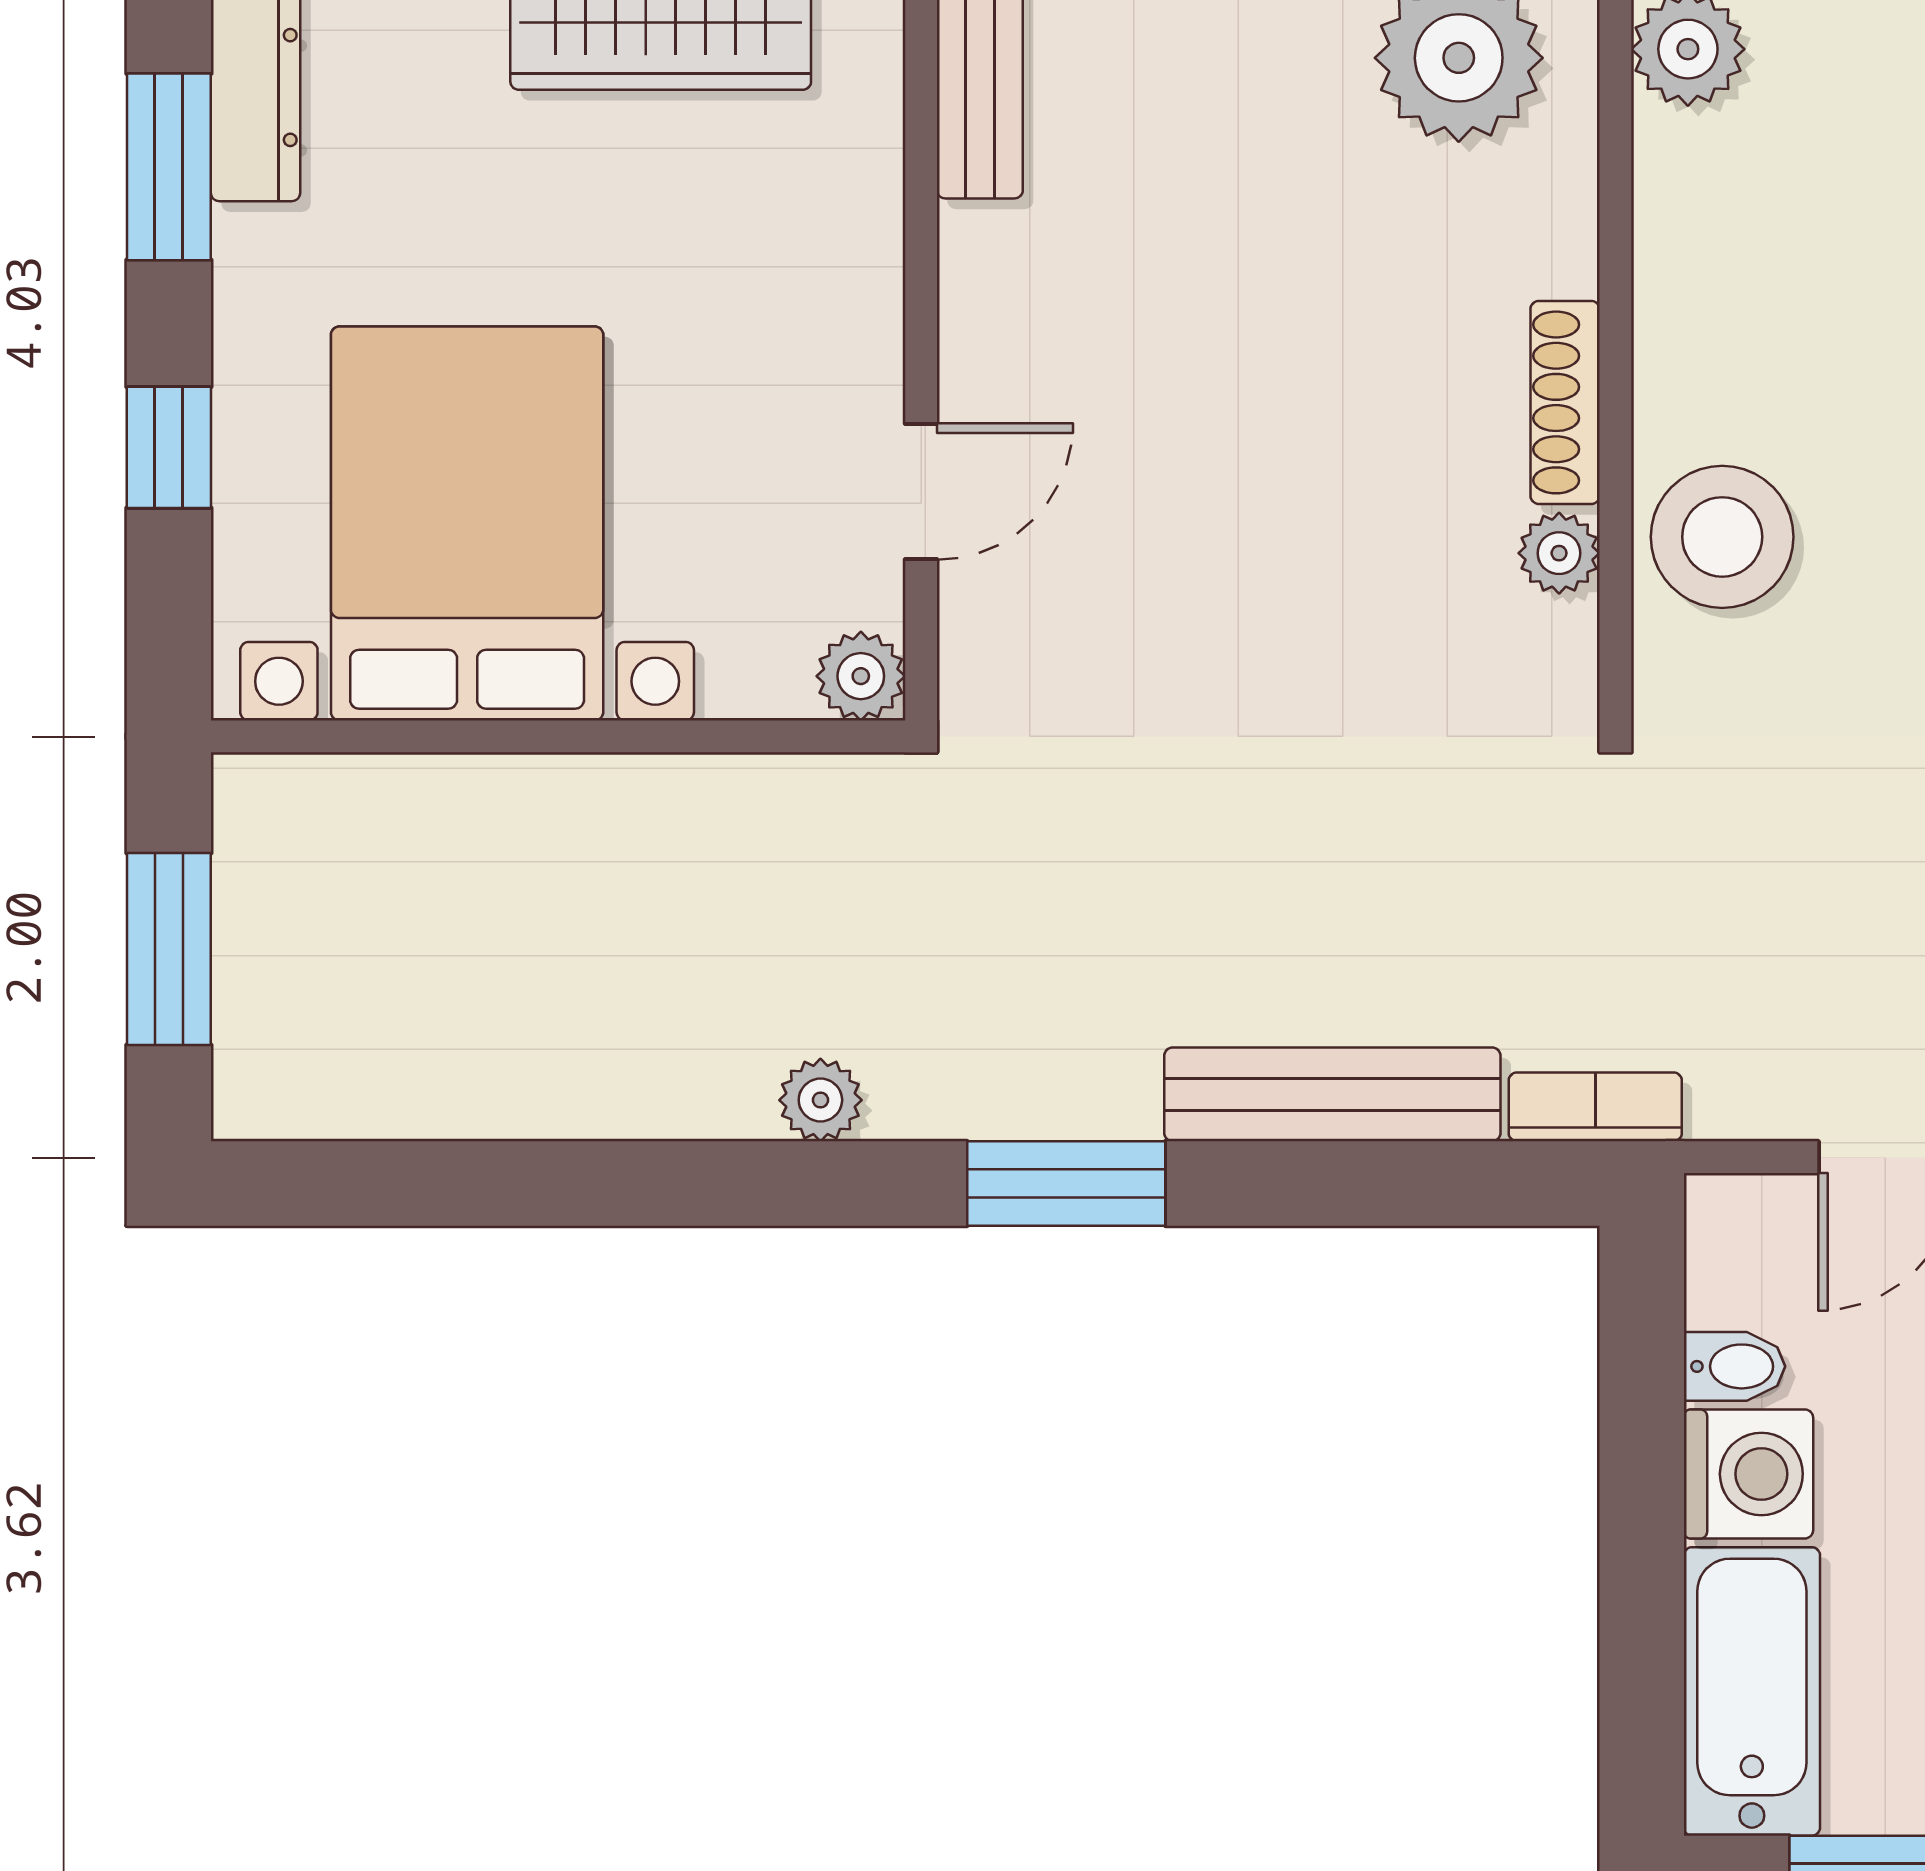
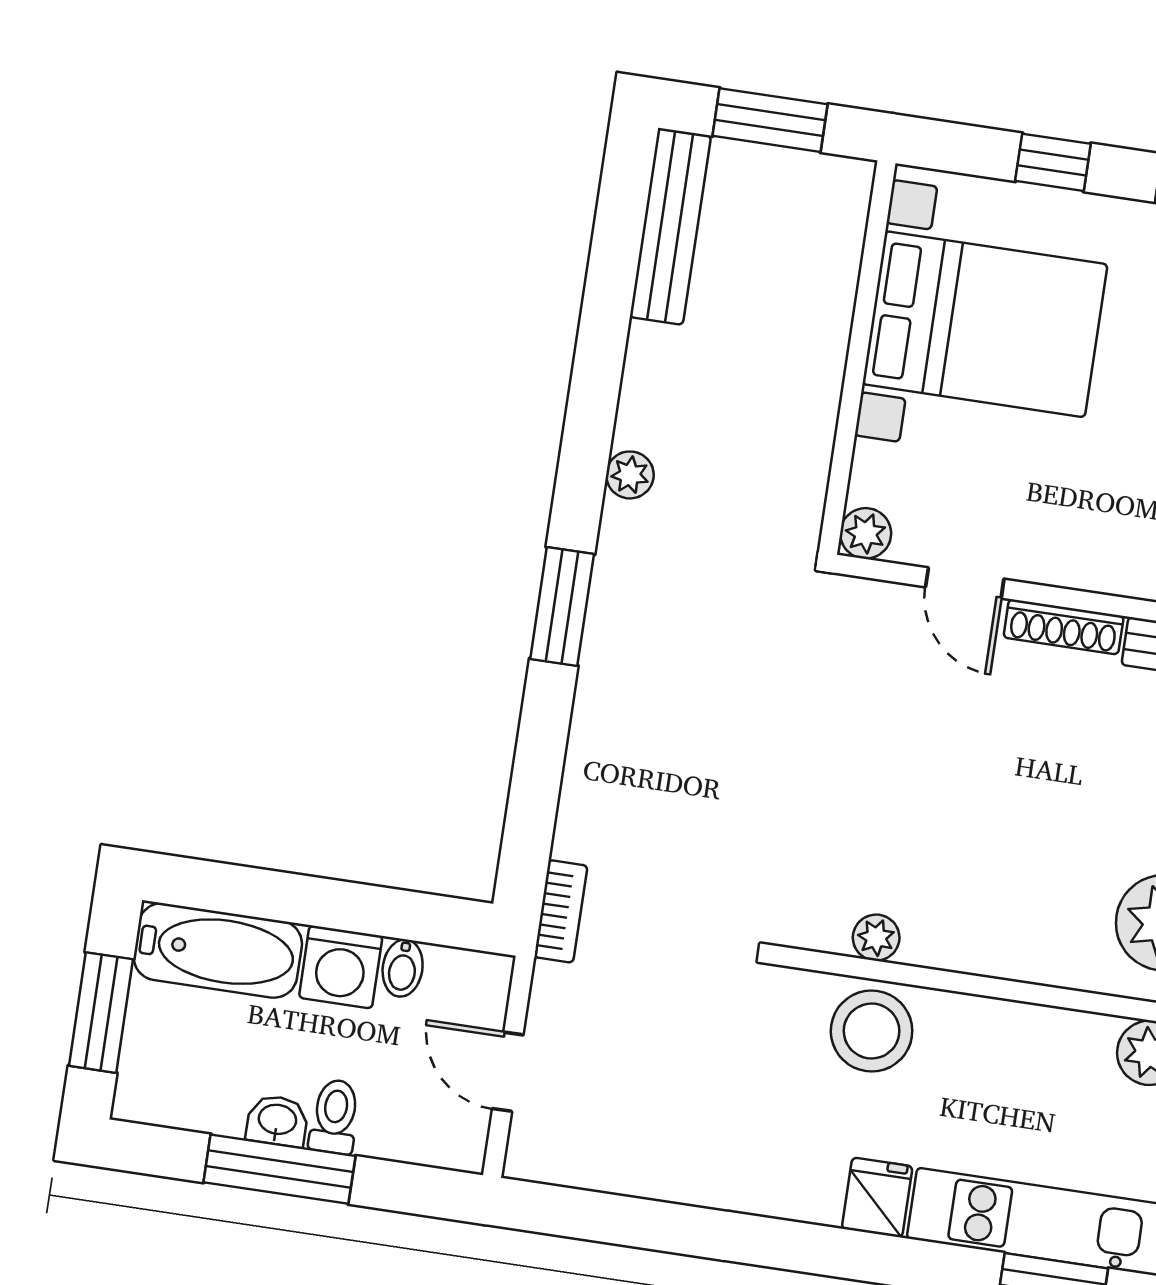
shoe rack: (1565, 402) -> (1064, 627), moved, turned 180
bench: (1332, 1094) -> (670, 226), moved

